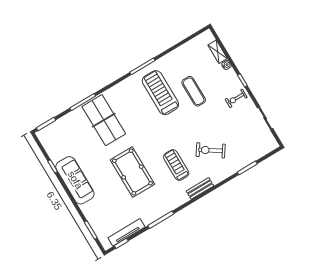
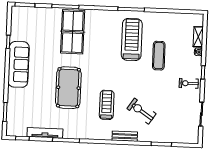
bench: (200, 188) -> (125, 136), moved
tv unit: (126, 232) -> (45, 133), moved

